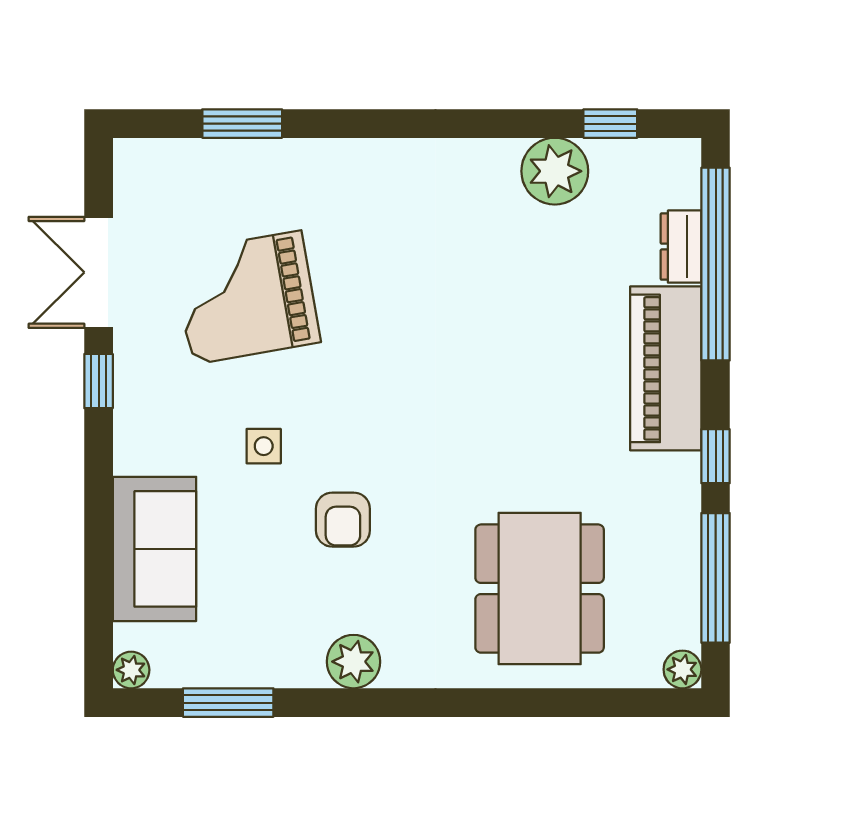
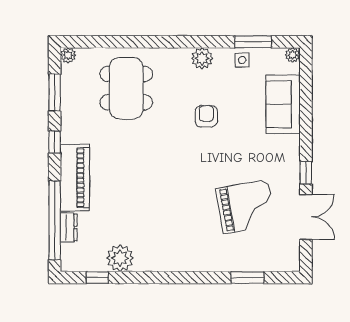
side table: (264, 446) -> (242, 60), moved
window: (716, 578) -> (55, 92), width x0.69

